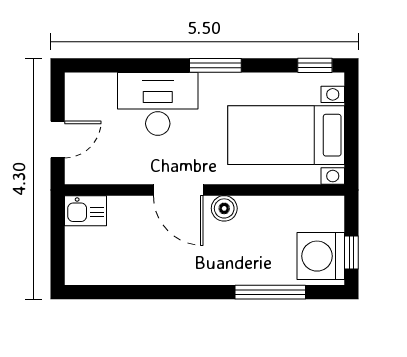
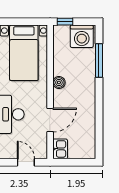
door: (178, 190) -> (50, 120), moved
window: (351, 252) -> (65, 22), moved

